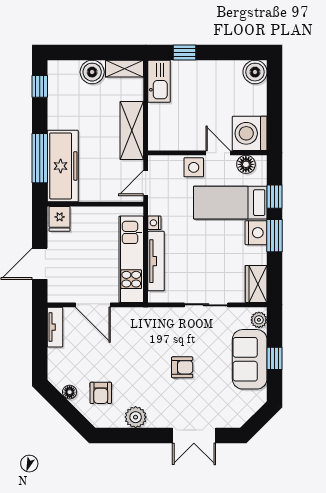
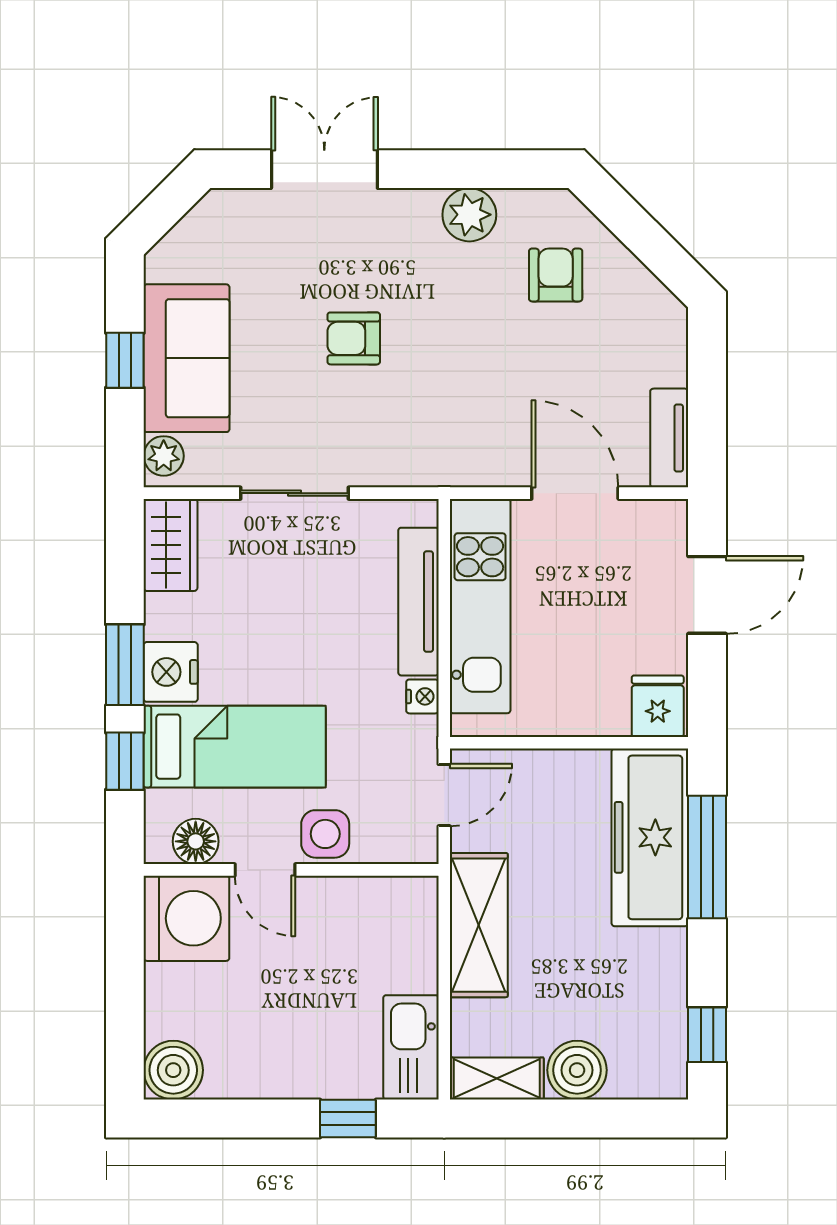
floor lamp: (70, 392) -> (633, 277), removed

